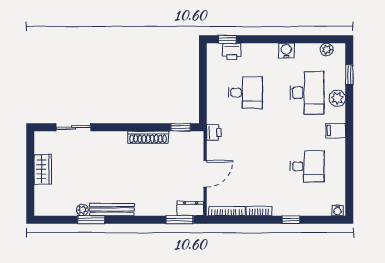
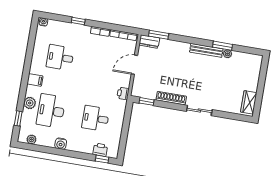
sliding door: (74, 127) -> (199, 110), moved
wardrobe: (43, 169) -> (249, 102), moved

